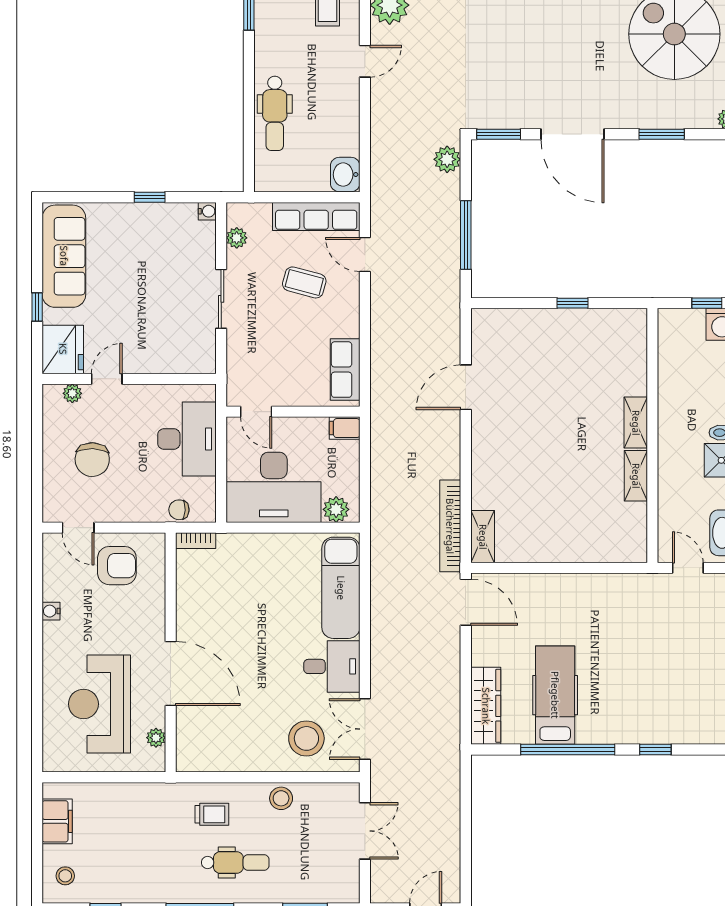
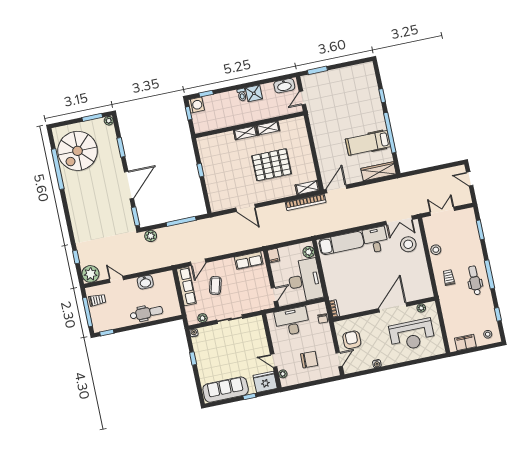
washbasin: (345, 175) -> (145, 282), moved
pallet: (551, 467) -> (272, 165), added
dental chair: (235, 862) -> (475, 280), moved

